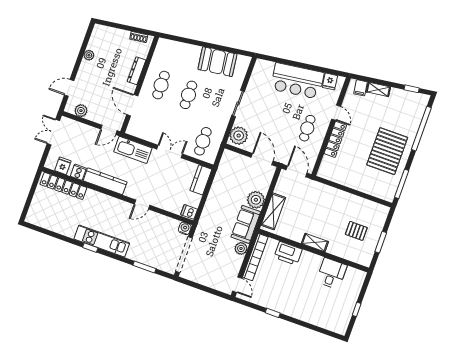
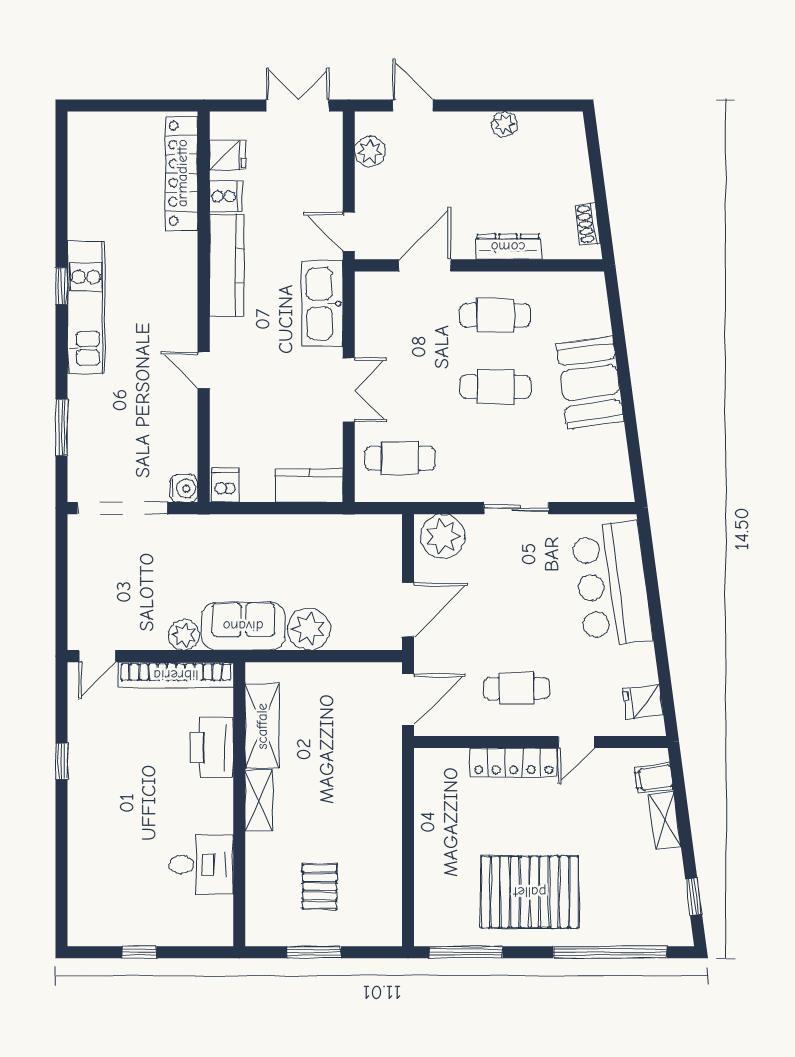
booth: (217, 62) -> (590, 383), moved
bar counter: (297, 81) -> (612, 585), moved
shelving: (273, 211) -> (262, 726), moved, turned 90

